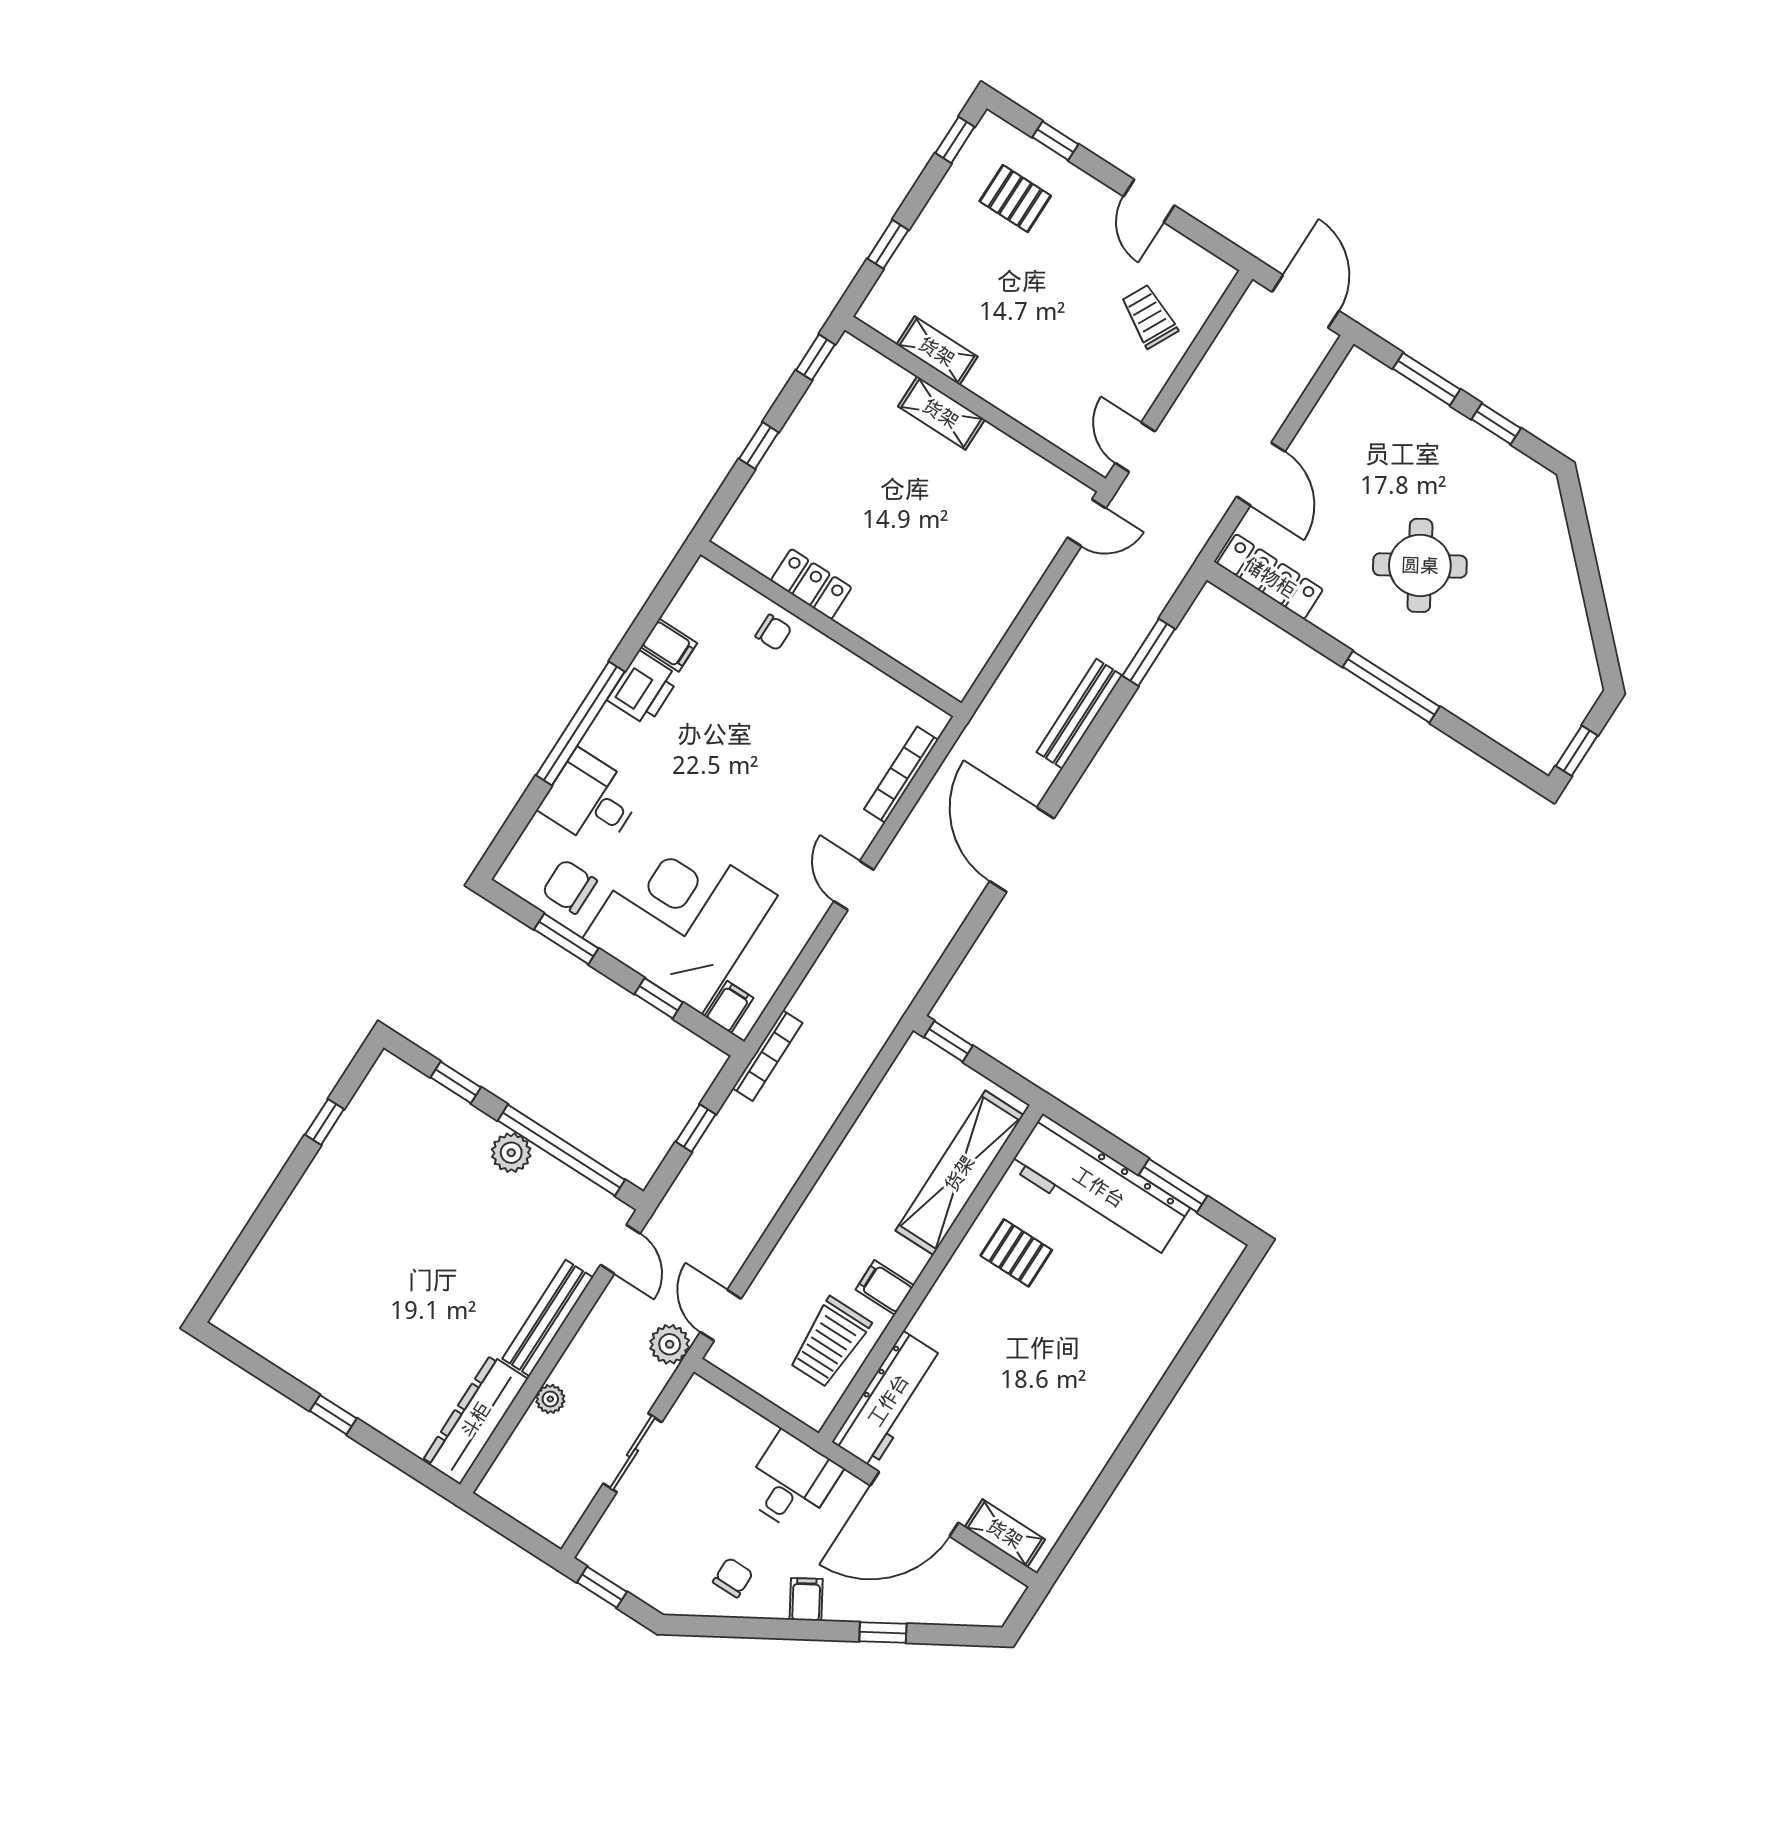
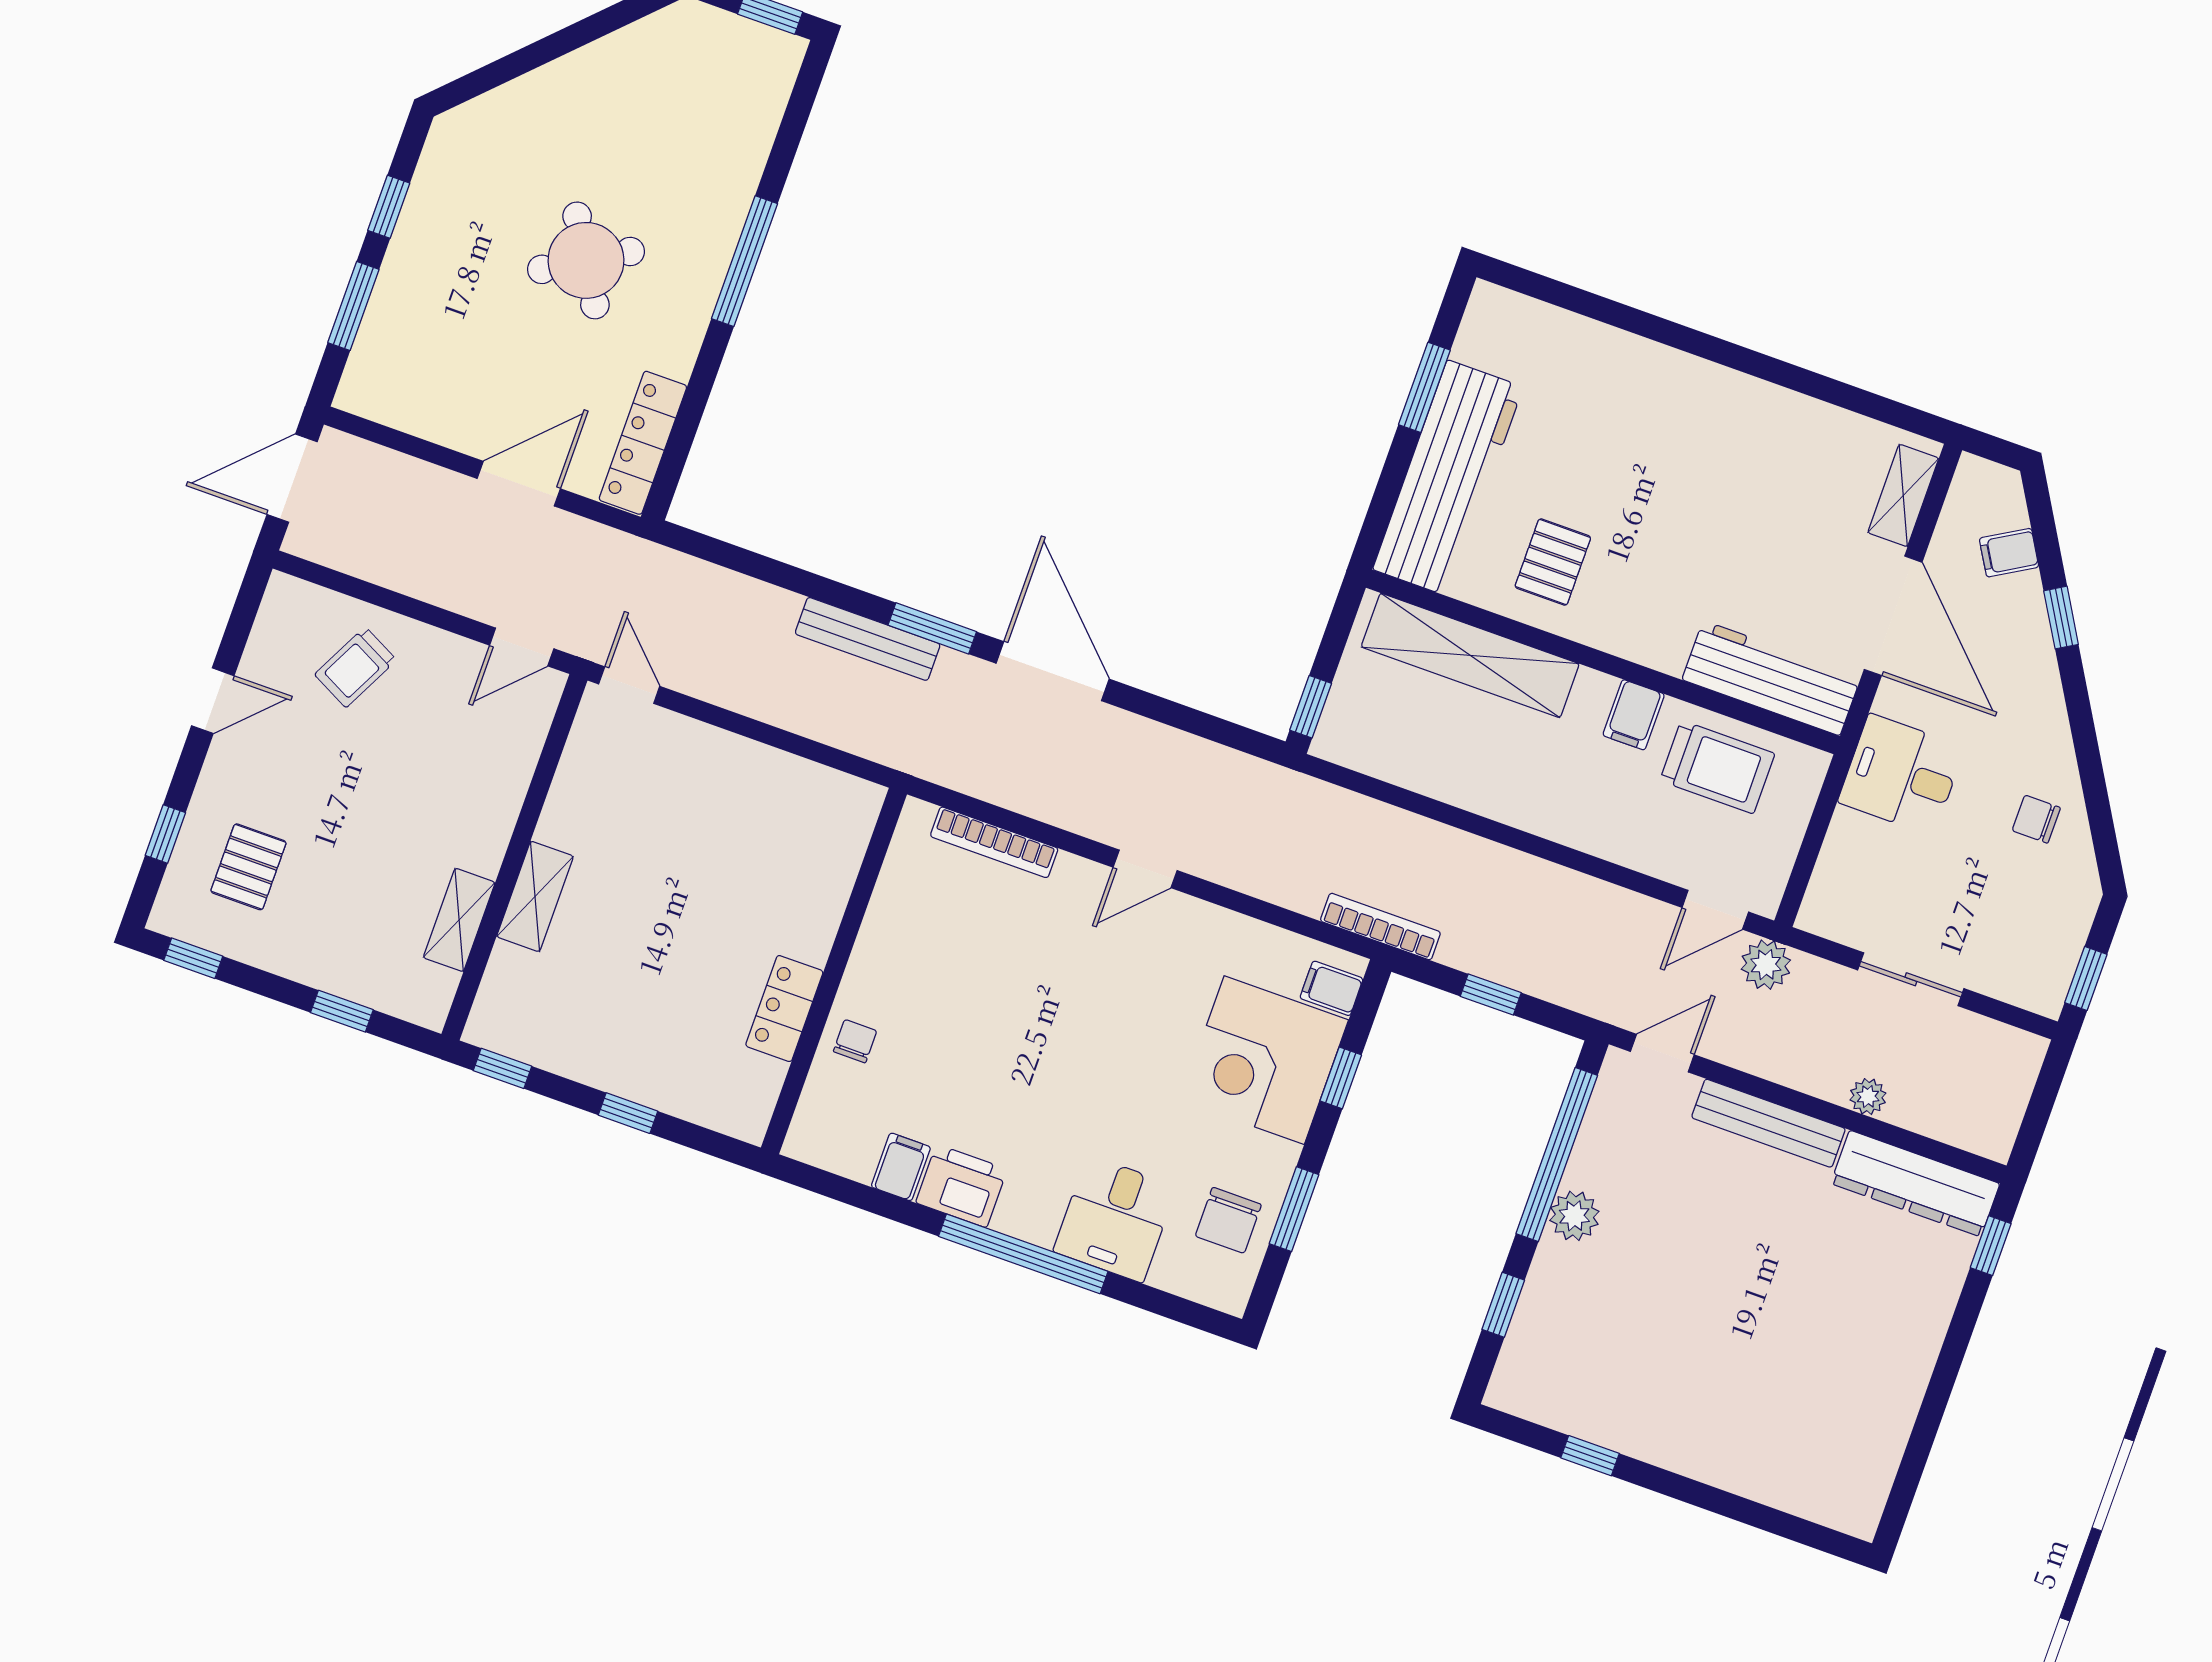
window: (1149, 652) -> (932, 628), moved
door: (1022, 850) -> (1053, 671), swing flipped
corner desk: (680, 917) -> (1264, 1060), width x0.74, depth x0.74
window: (333, 1415) -> (1991, 1246), moved
filing cabinet: (806, 1599) -> (2009, 553), moved

